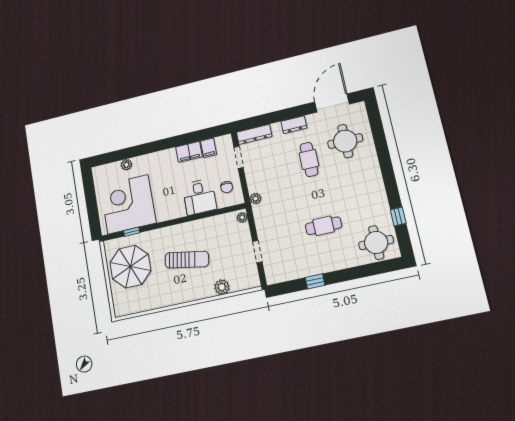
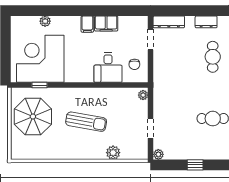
filing cabinet: (209, 148) -> (87, 24), moved
plant: (256, 199) -> (158, 154), moved

